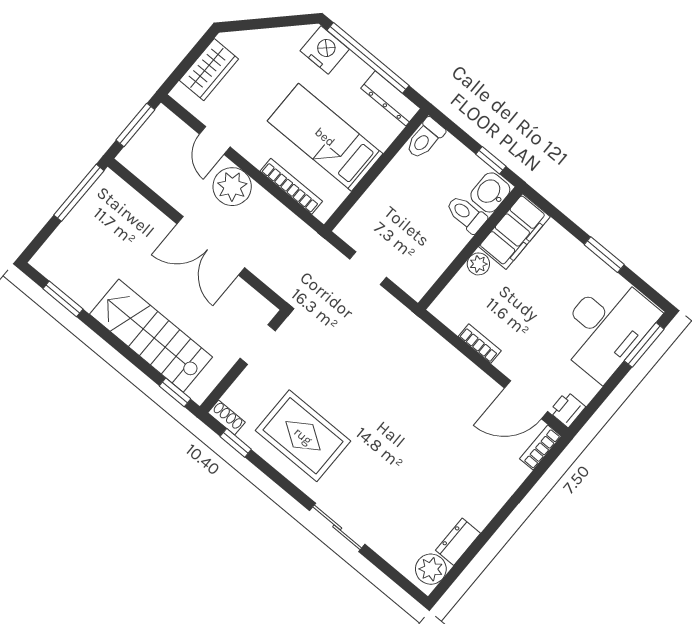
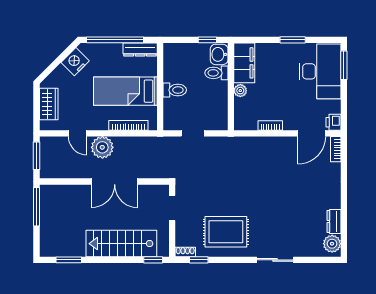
nightstand: (325, 50) -> (75, 62), moved, turned -45
toilet: (425, 138) -> (175, 90), moved, turned -90

